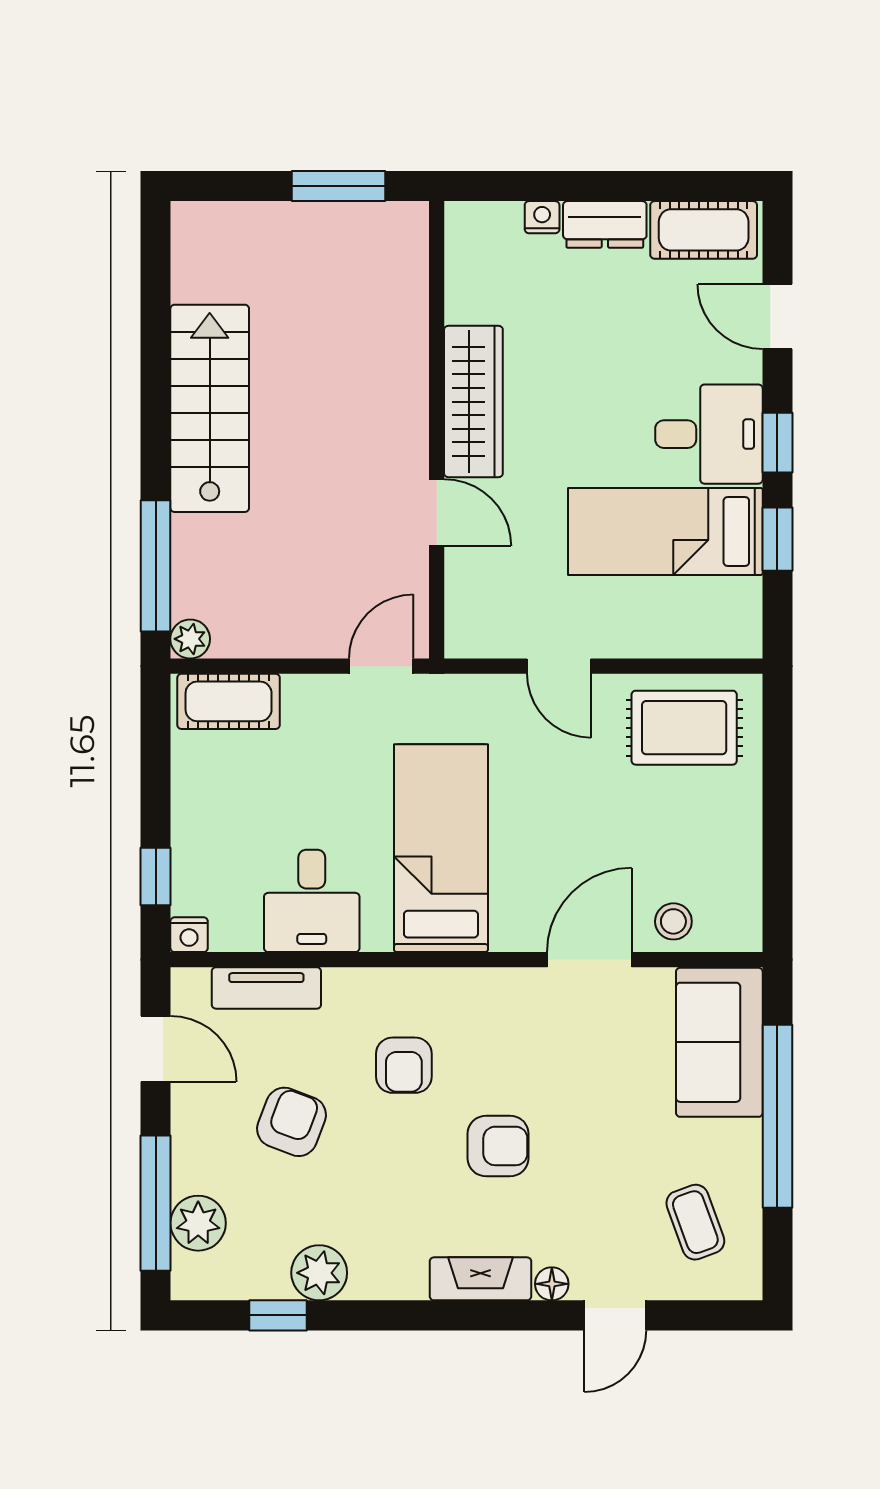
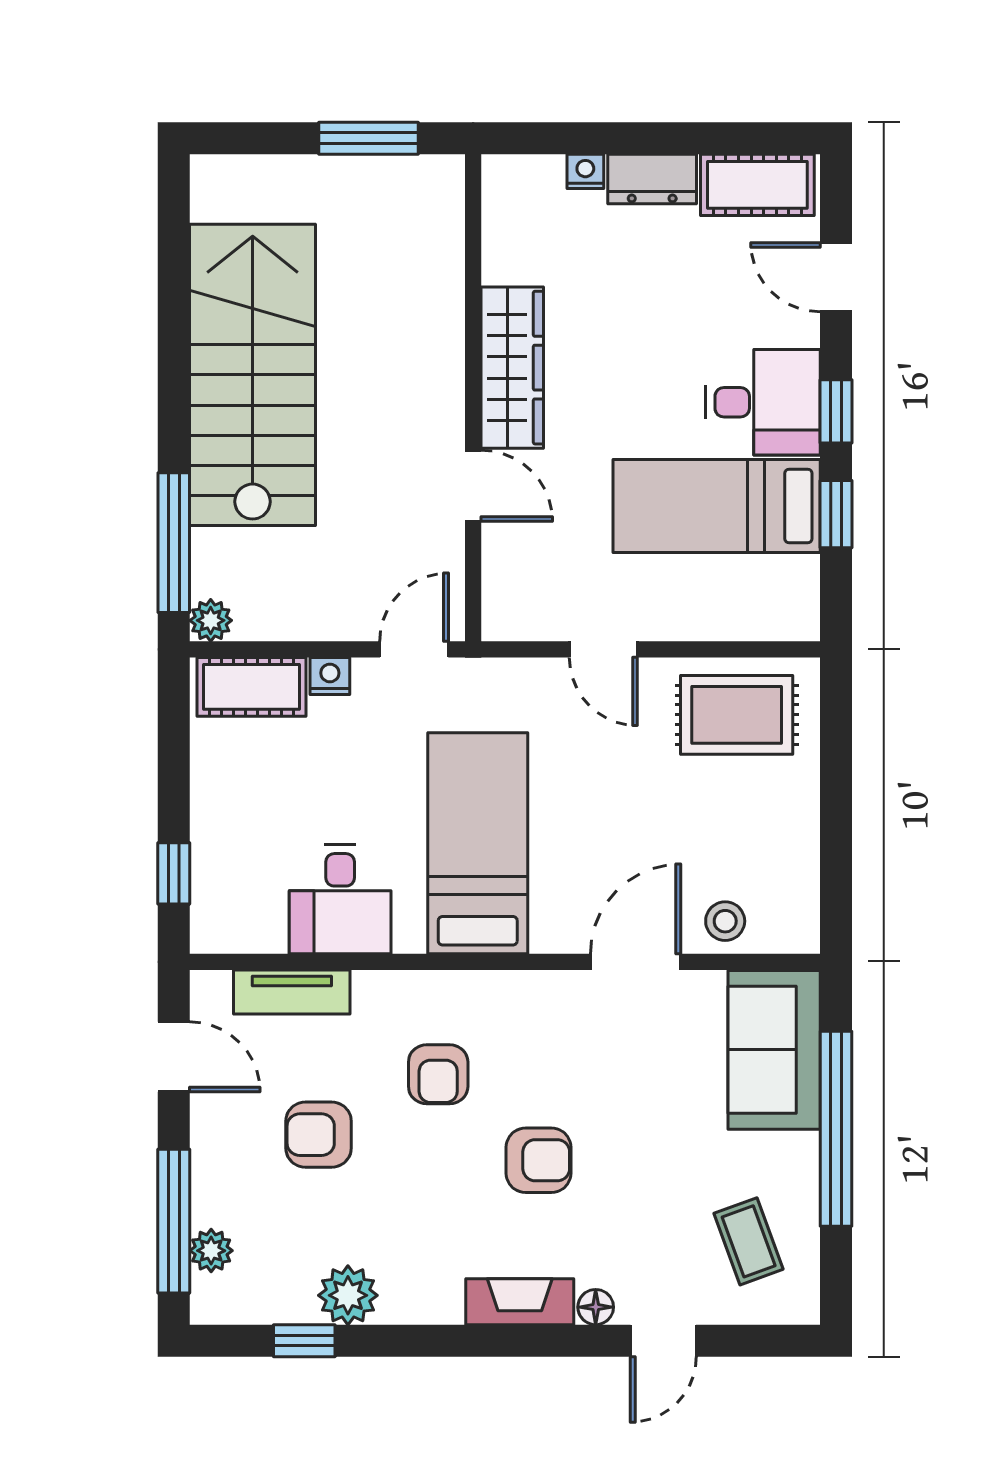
stairs: (210, 408) -> (253, 375), width x1.36, depth x1.51
nightstand: (189, 935) -> (330, 676), moved, turned 180
armchair: (291, 1122) -> (319, 1135), turned -111
plant: (198, 1223) -> (211, 1251), width x0.73, depth x0.73

